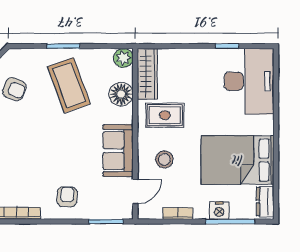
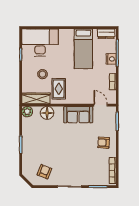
coffee table: (69, 85) -> (42, 142), removed
stool: (164, 159) -> (43, 74), moved
bed: (238, 160) -> (83, 49), width x0.67

